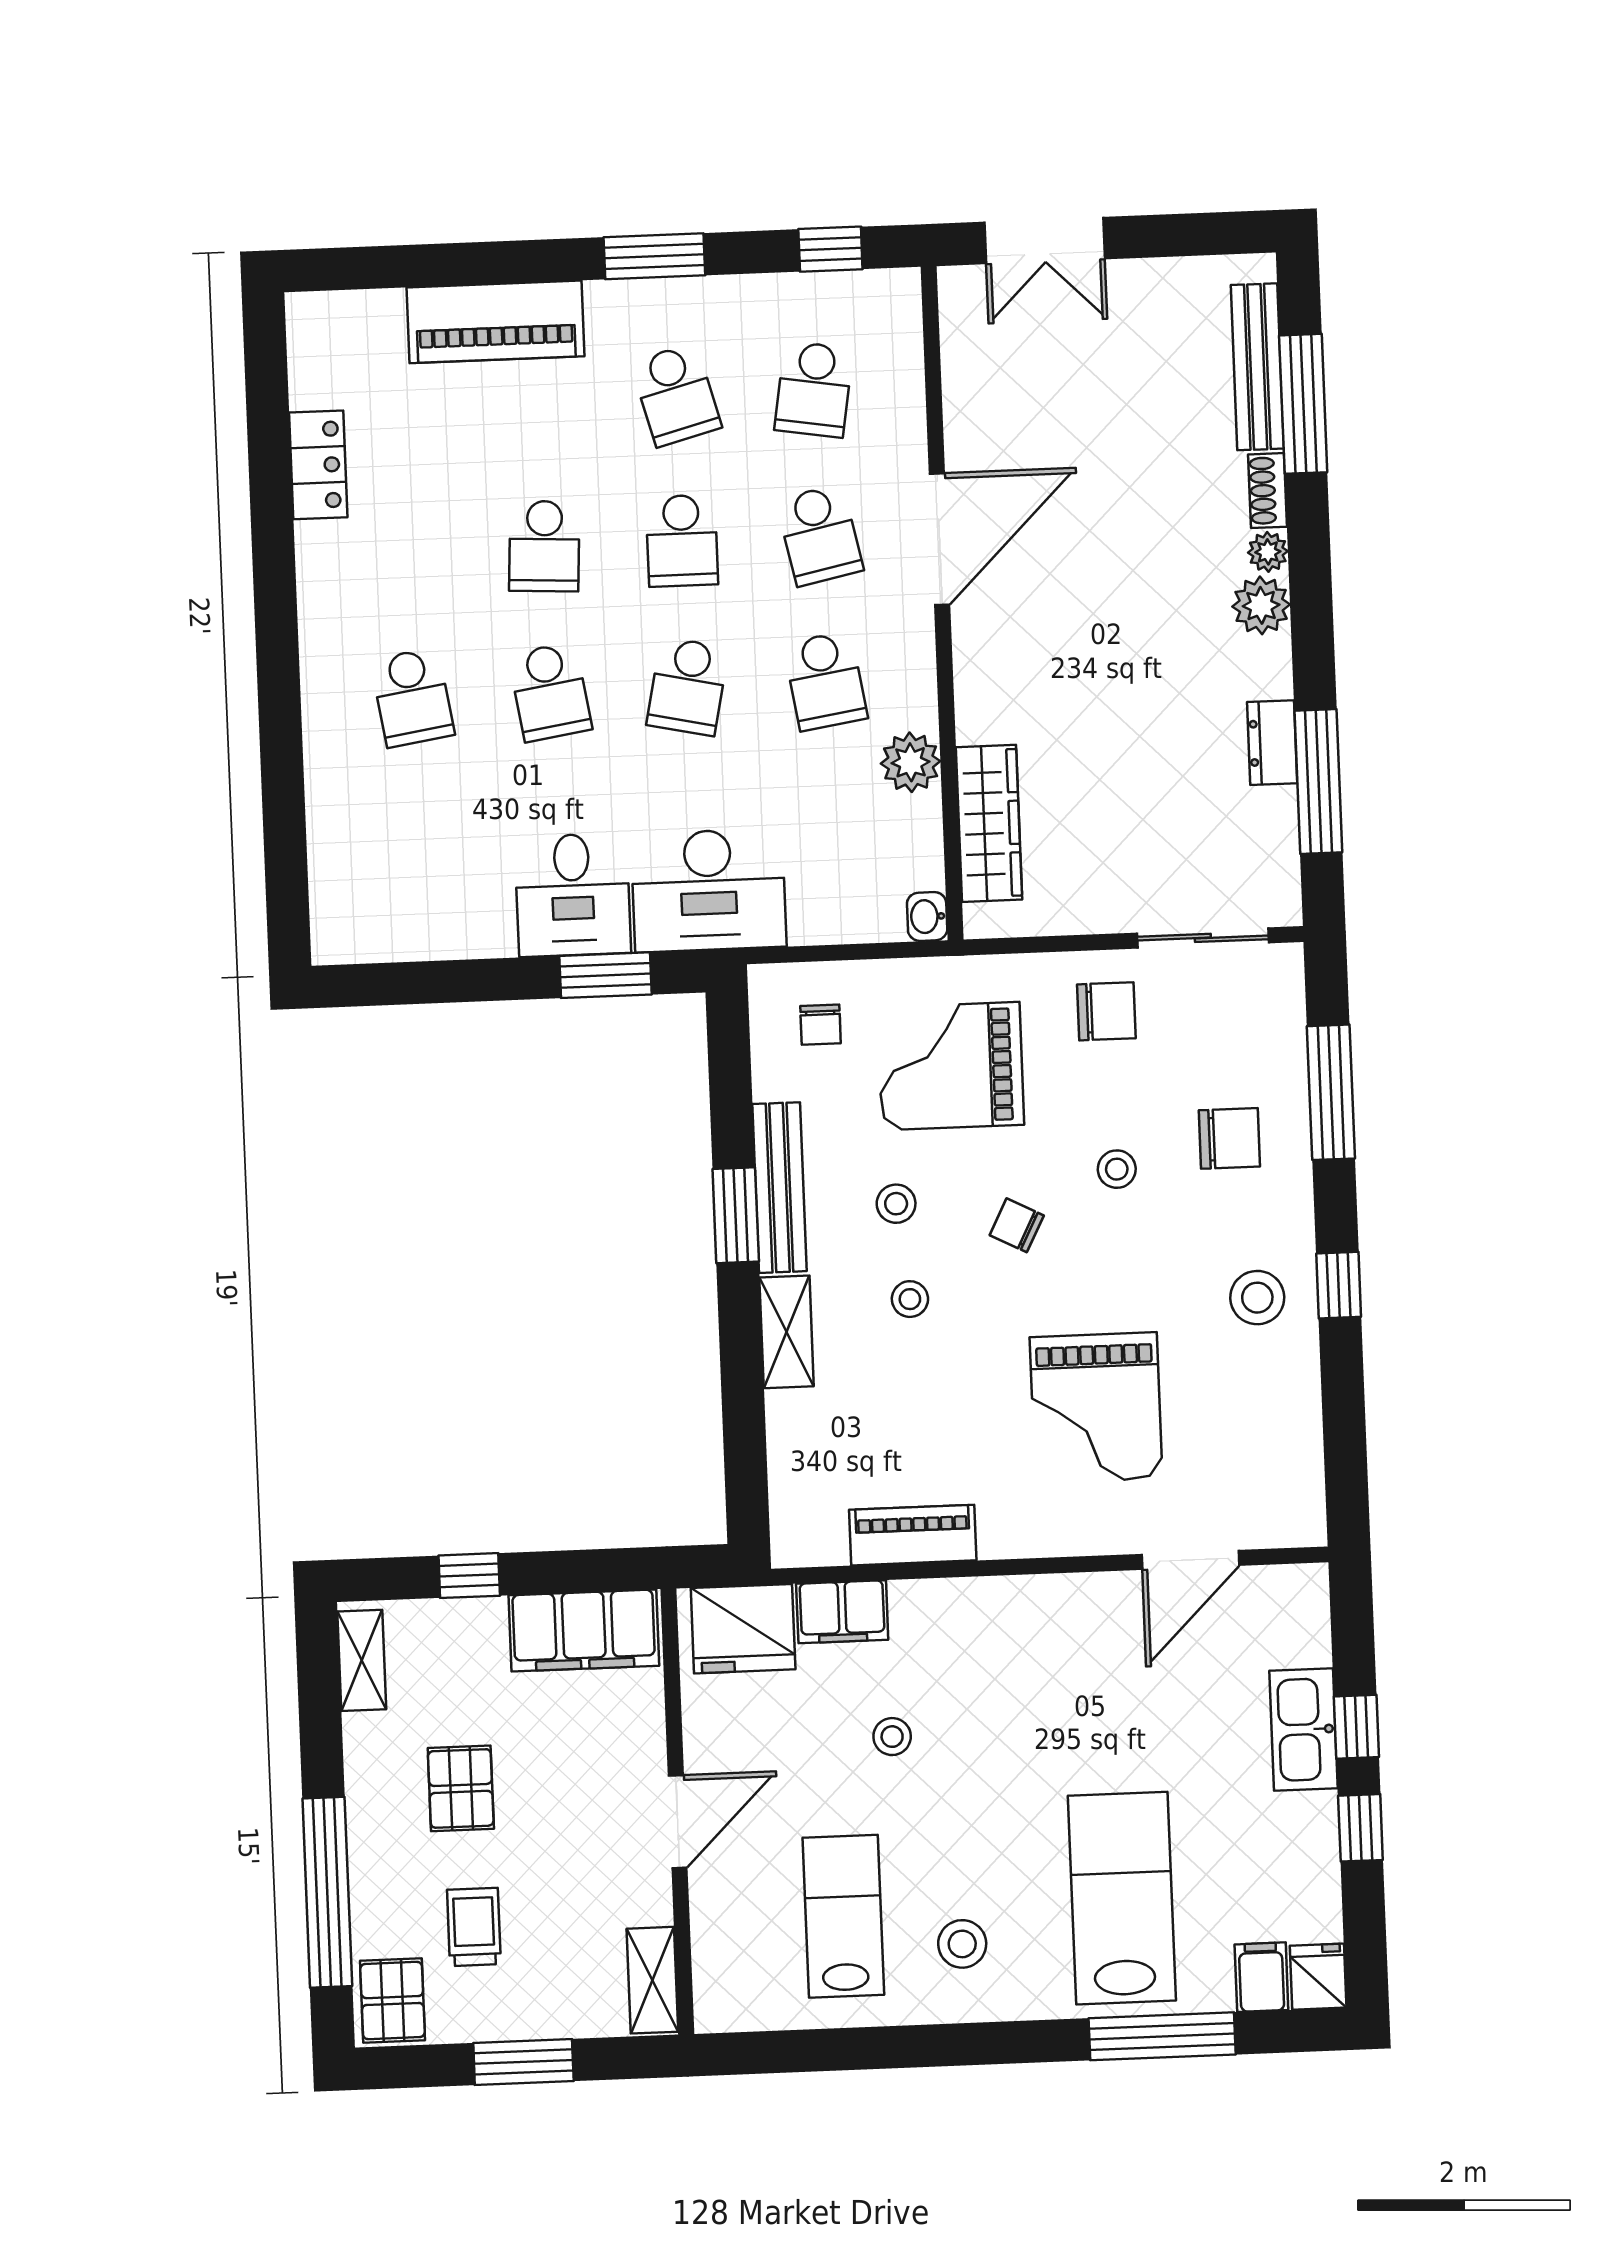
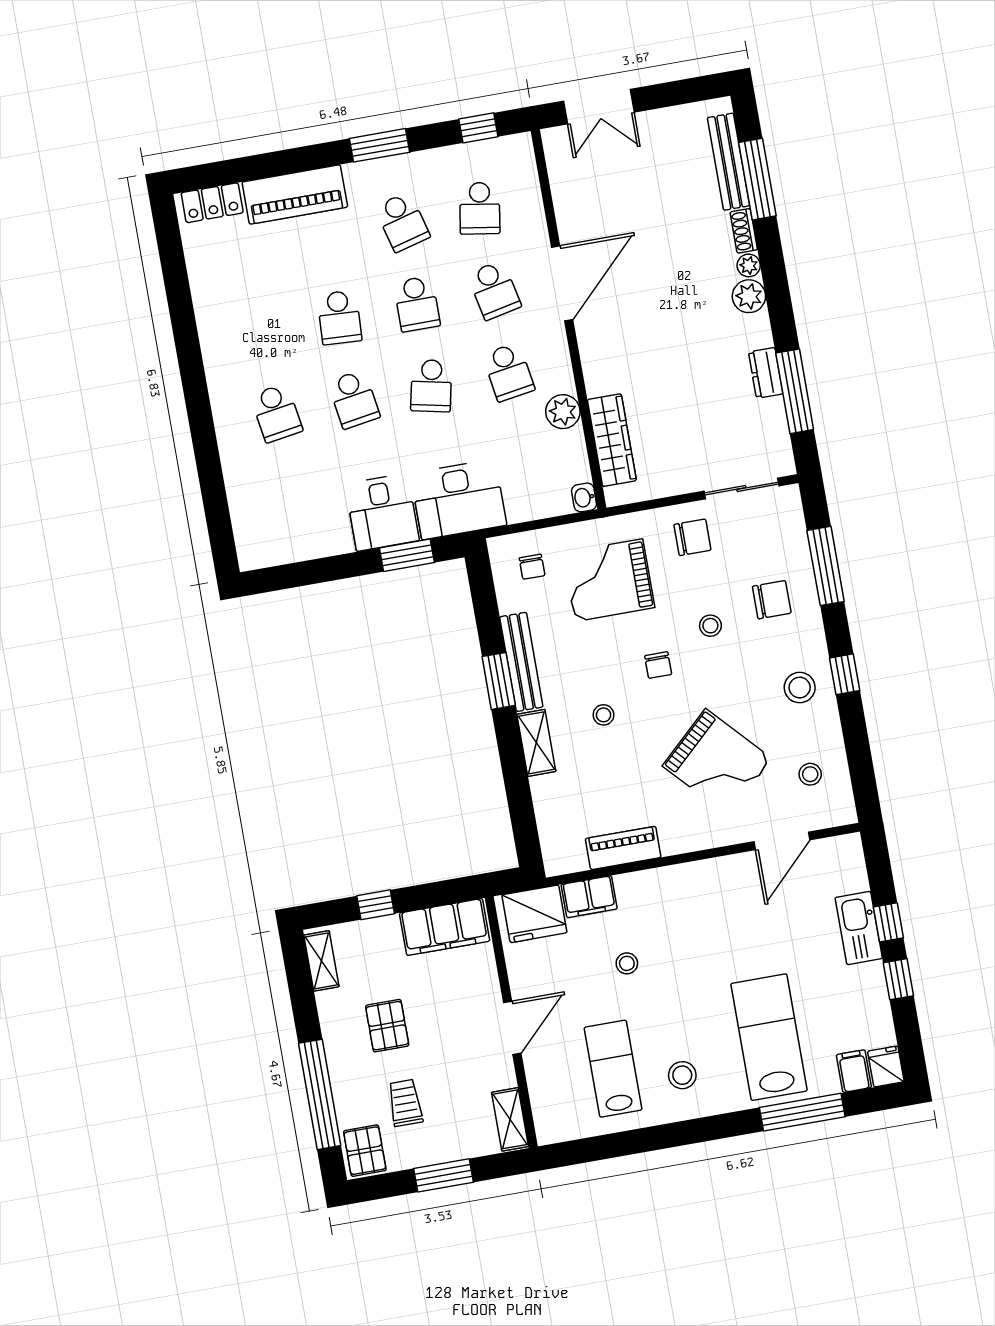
locker: (318, 465) -> (212, 203), moved, turned 90
stool: (896, 1204) -> (810, 774), moved
chair: (1017, 1225) -> (658, 665), turned -117
grand piano: (1096, 1408) -> (717, 762), turned -43

